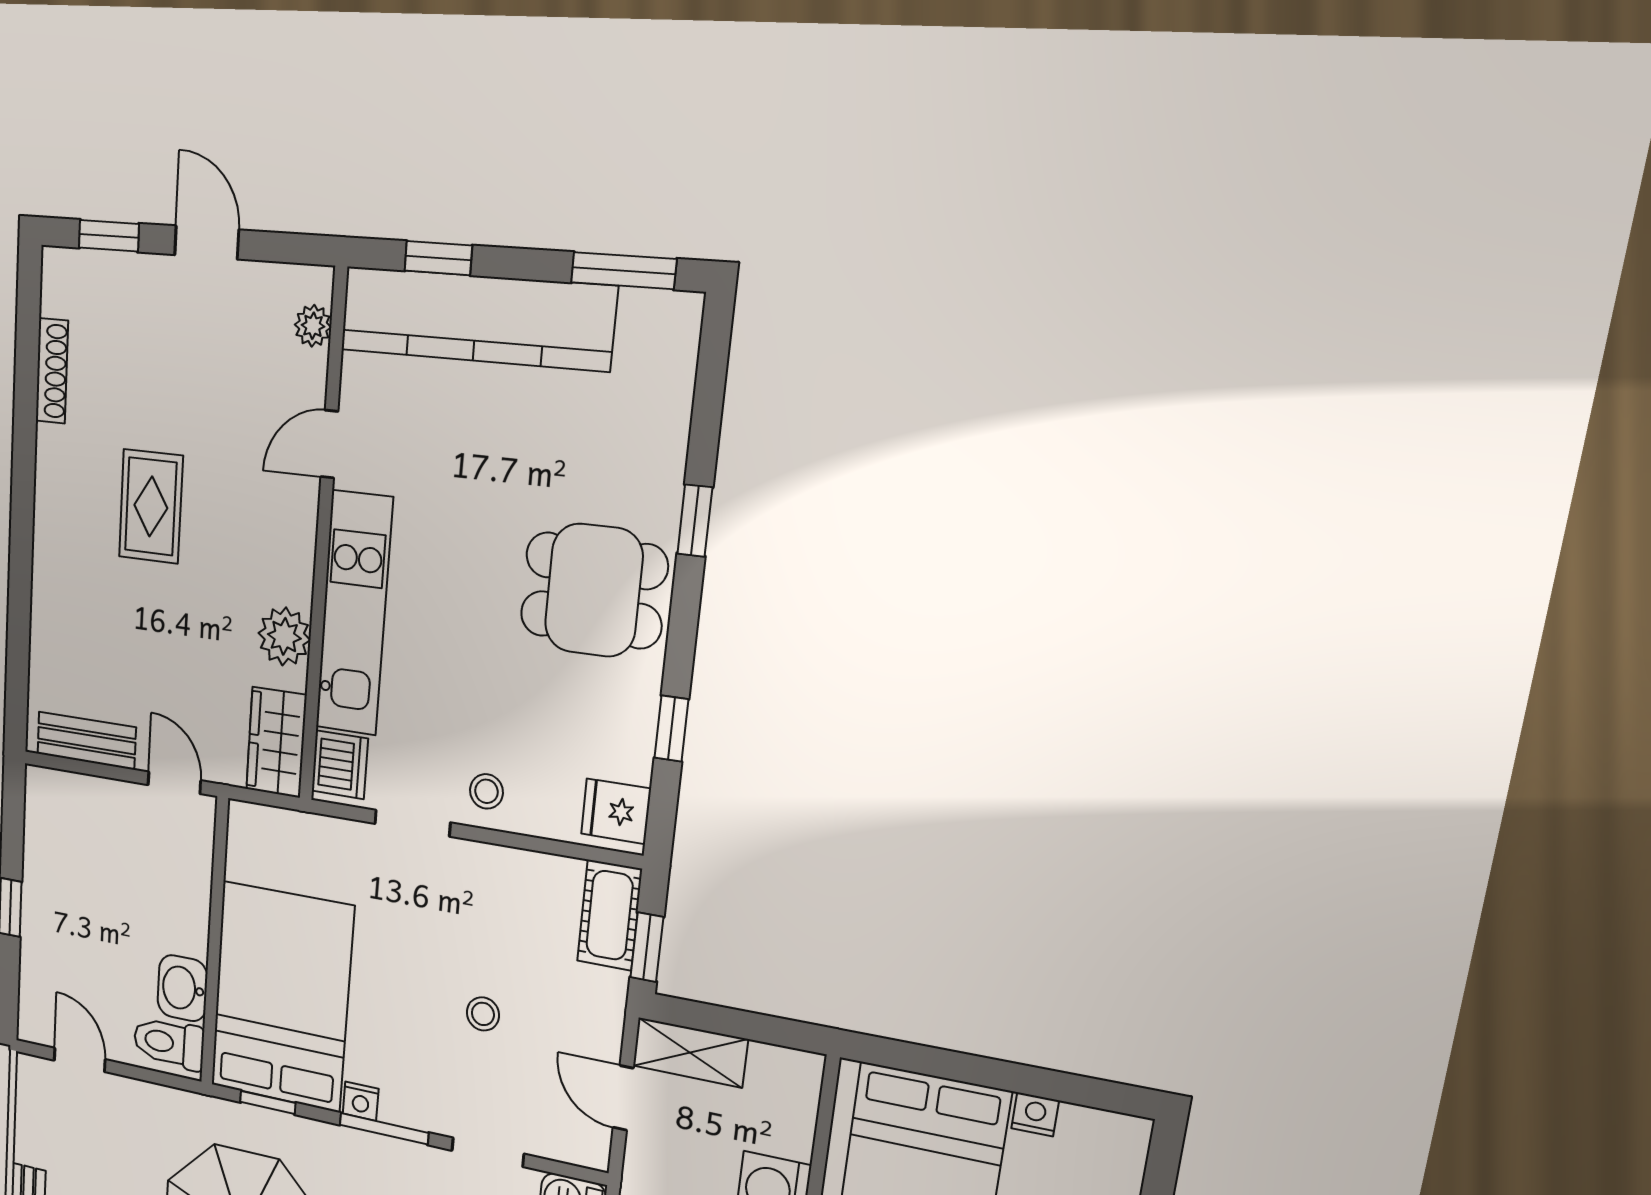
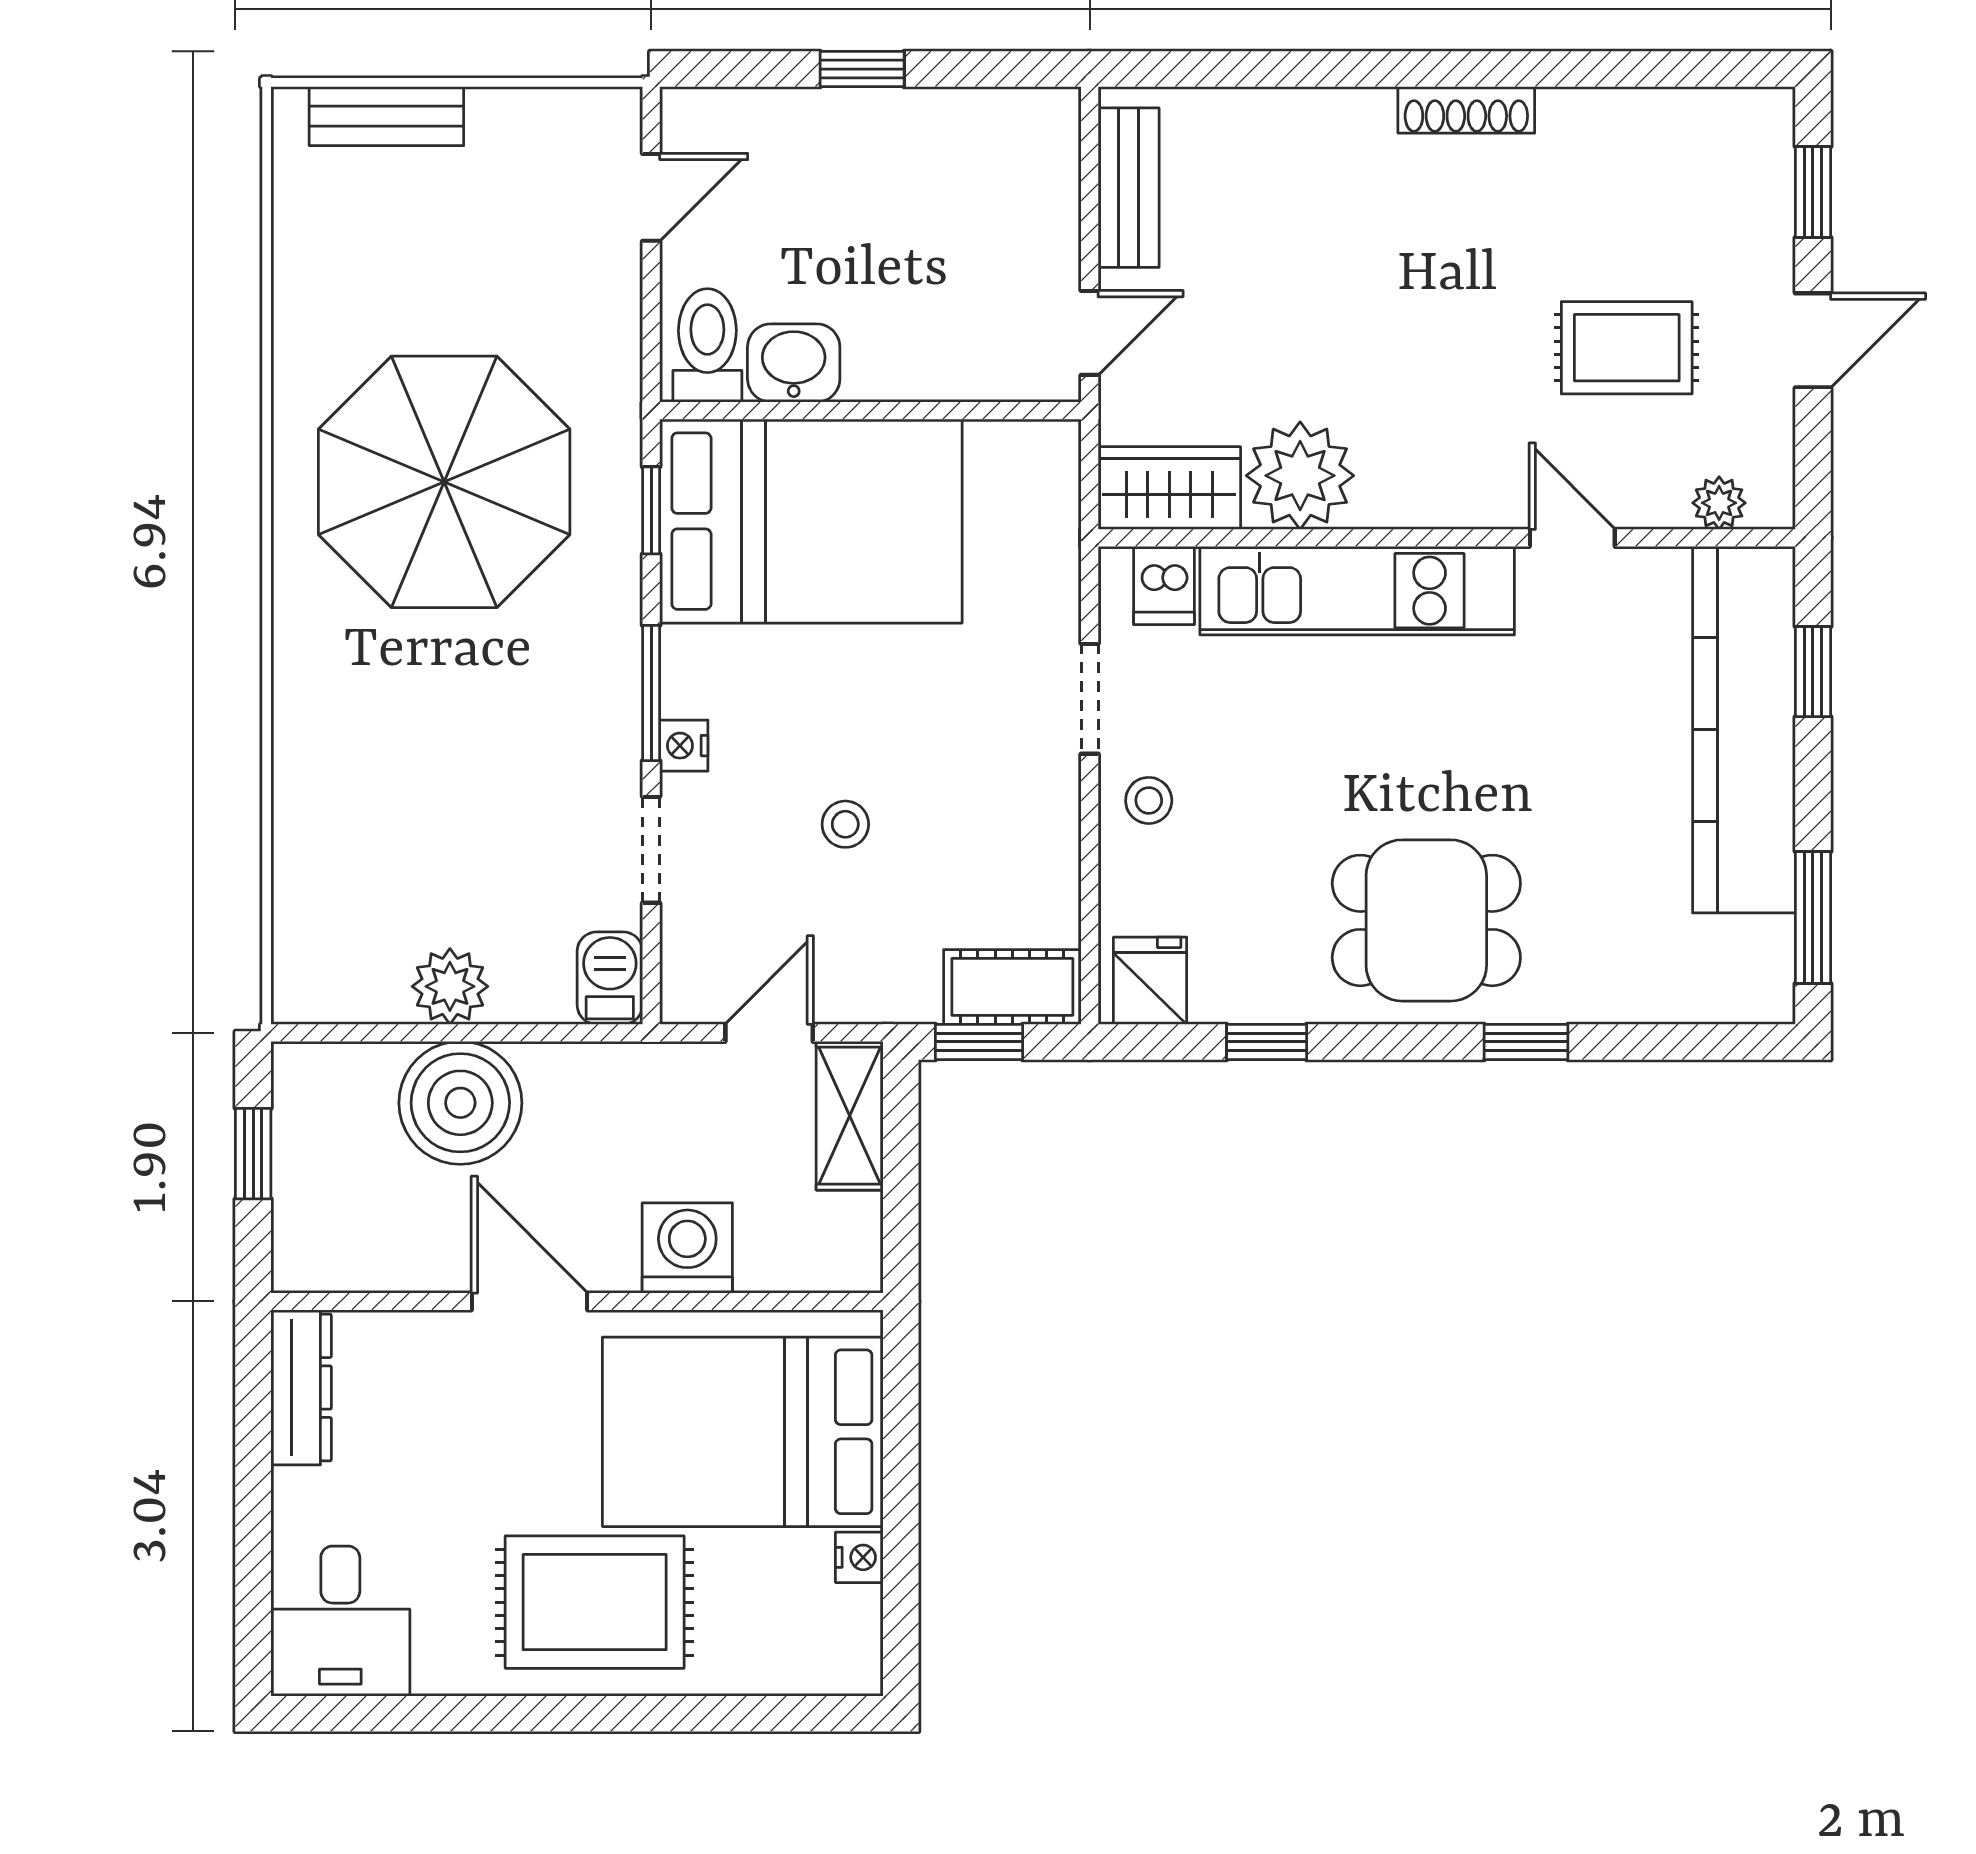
shoe rack: (52, 371) -> (1466, 110), moved
rug: (151, 506) -> (1627, 348), moved
dining table: (594, 590) -> (1426, 920), turned 90
plant: (284, 636) -> (1300, 476), width x1.36, depth x1.36
dishwasher: (340, 765) -> (1164, 585), width x0.73
nightstand: (361, 1101) -> (684, 746), moved

